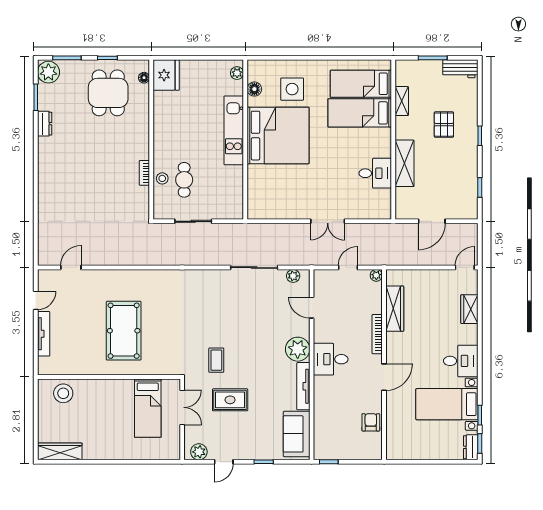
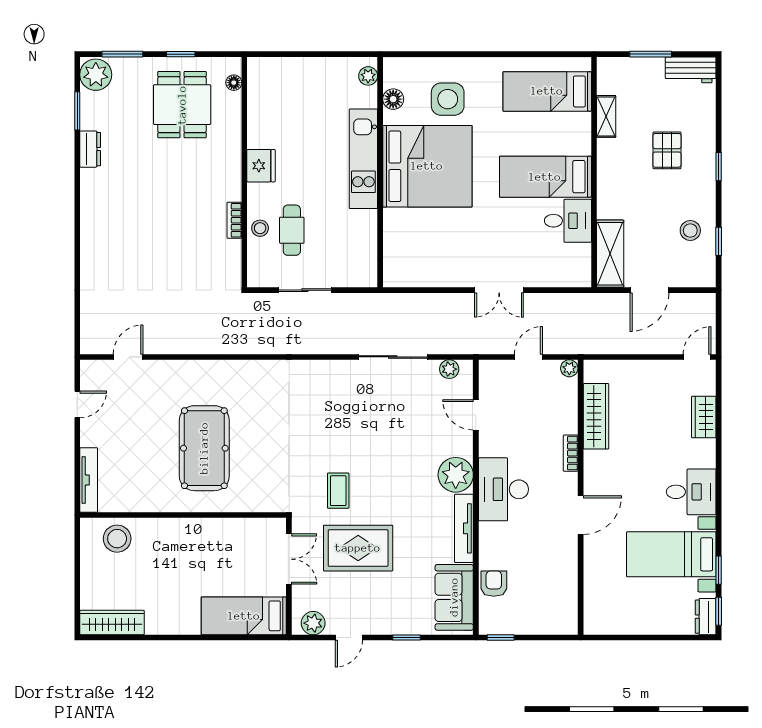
fridge: (166, 75) -> (261, 166), moved, width x0.73, depth x0.75
bed: (360, 113) -> (545, 177), moved
shelving: (405, 163) -> (610, 254), moved
stool: (460, 180) -> (690, 231), added
tv unit: (44, 334) -> (89, 480), moved
bookcase: (377, 334) -> (571, 453), width x0.64
desk: (331, 359) -> (503, 489), width x1.37
rug: (230, 400) -> (358, 548), width x1.36, depth x1.43
bed: (148, 408) -> (244, 616), moved, turned 90
armchair: (371, 422) -> (494, 584), moved

